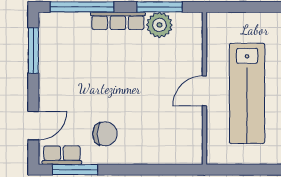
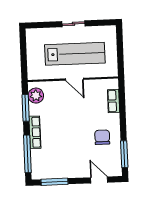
plant: (159, 25) -> (36, 96), moved
row of seats: (62, 155) -> (114, 101), moved

